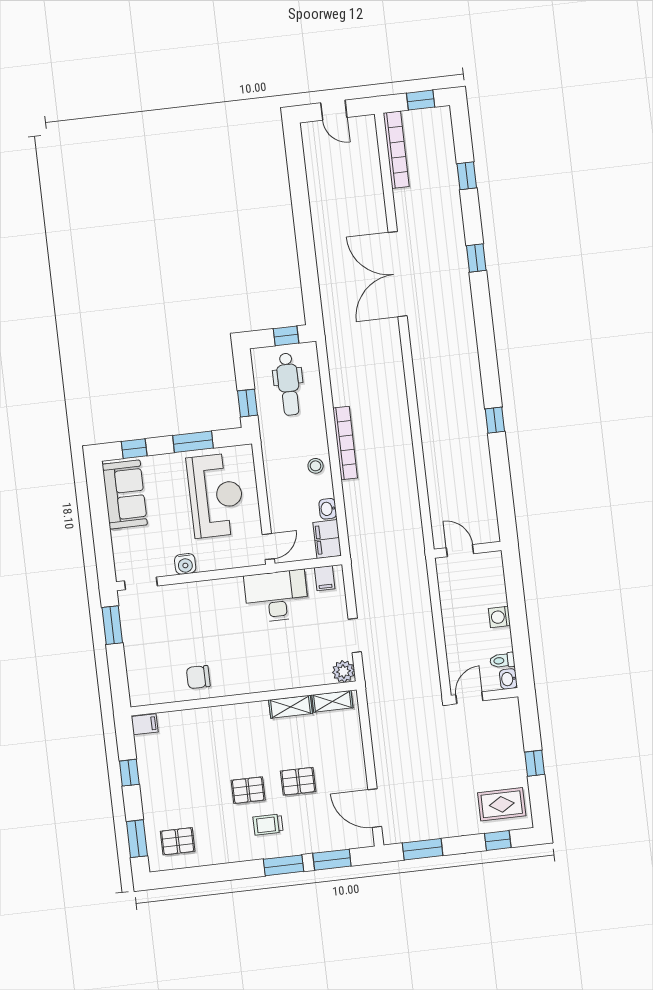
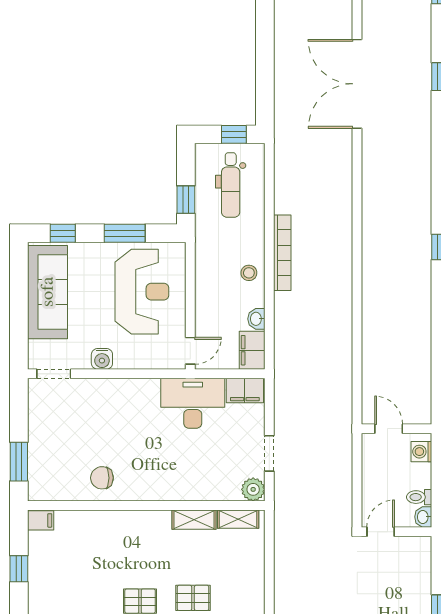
sofa: (125, 495) -> (48, 292), width x1.36
wall: (468, 550) -> (397, 429), moved
door: (460, 551) -> (389, 429), moved
filing cabinet: (325, 578) -> (245, 390), width x2.00
window: (112, 625) -> (19, 462), moved

